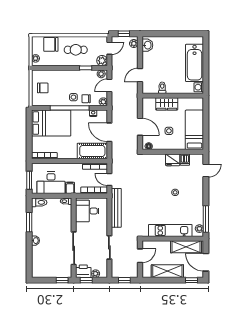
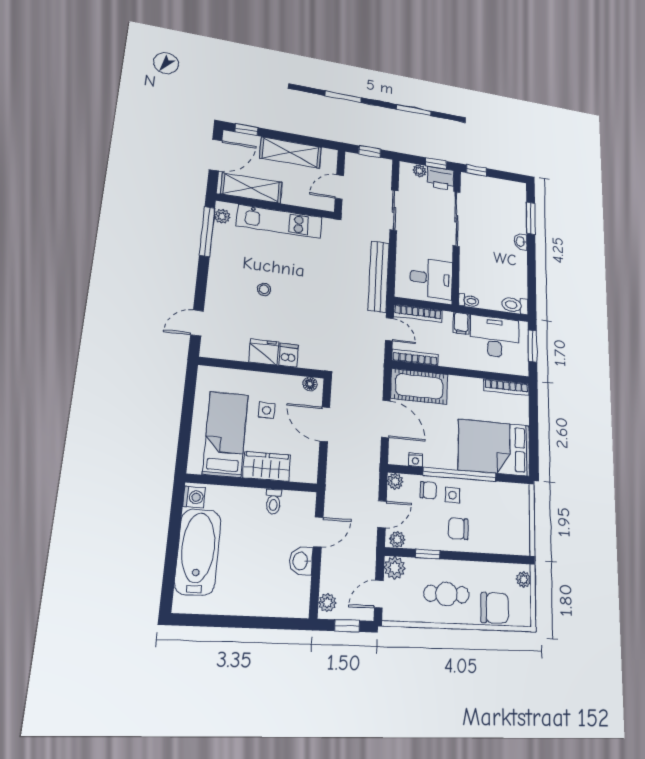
washbasin: (147, 45) -> (301, 561), moved
chair: (43, 88) -> (458, 529), moved
bed: (194, 130) -> (225, 434), moved, turned 180
dishwasher: (185, 160) -> (288, 355), moved
window: (29, 222) -> (531, 218), moved
door: (206, 262) -> (216, 155), hinge flipped

